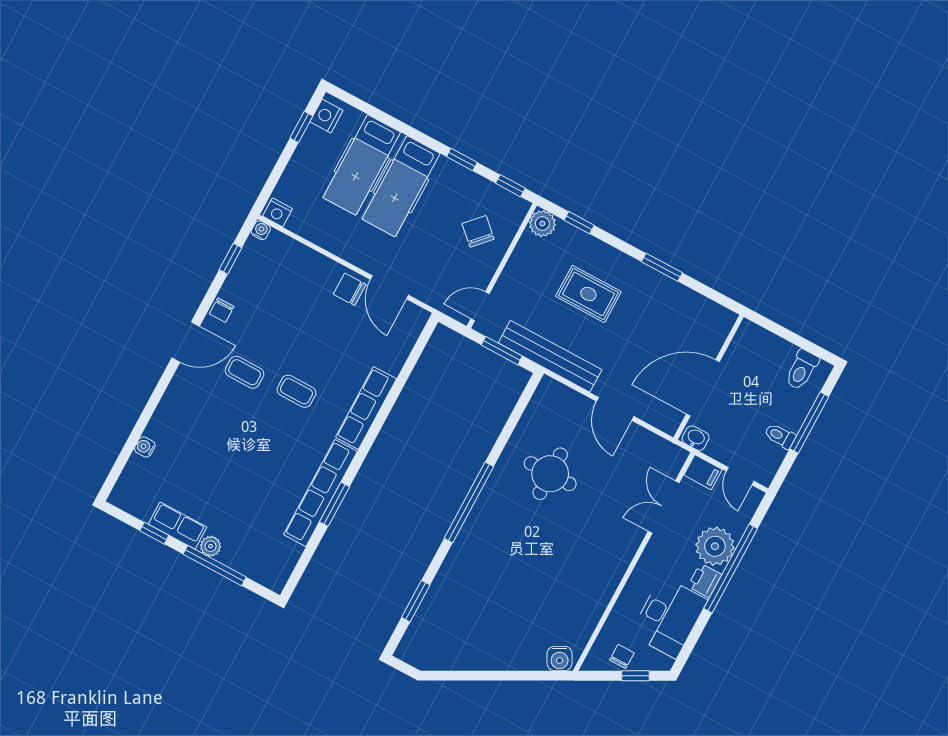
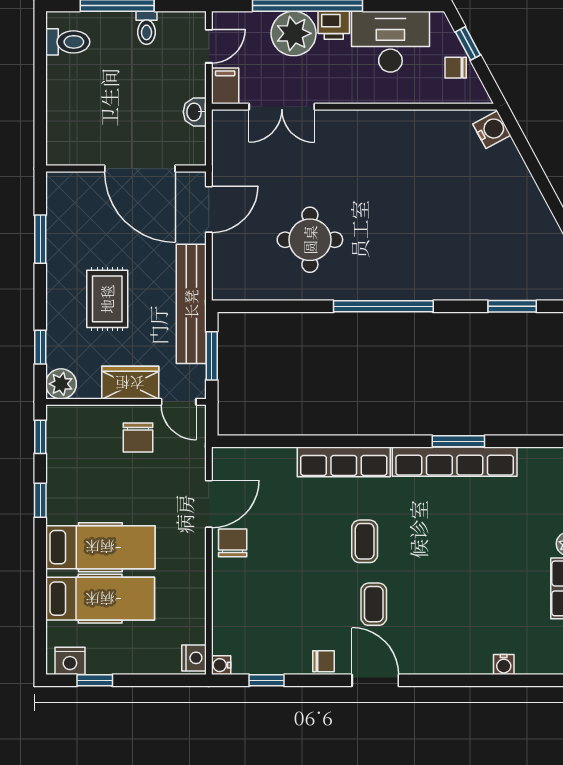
chair: (478, 231) -> (138, 438), moved, turned -43
wardrobe: (515, 277) -> (130, 383), added
chair: (350, 289) -> (233, 543), turned 180
wall: (709, 377) -> (126, 169), moved
door: (703, 388) -> (140, 169), moved

